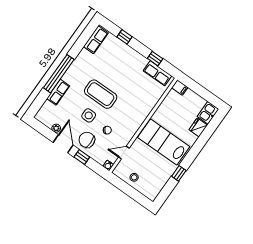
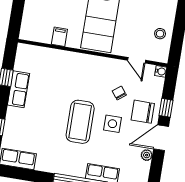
row of seats: (157, 73) -> (19, 89), moved
filing cabinet: (180, 88) -> (59, 37), moved
chair: (87, 140) -> (143, 112), turned 90

